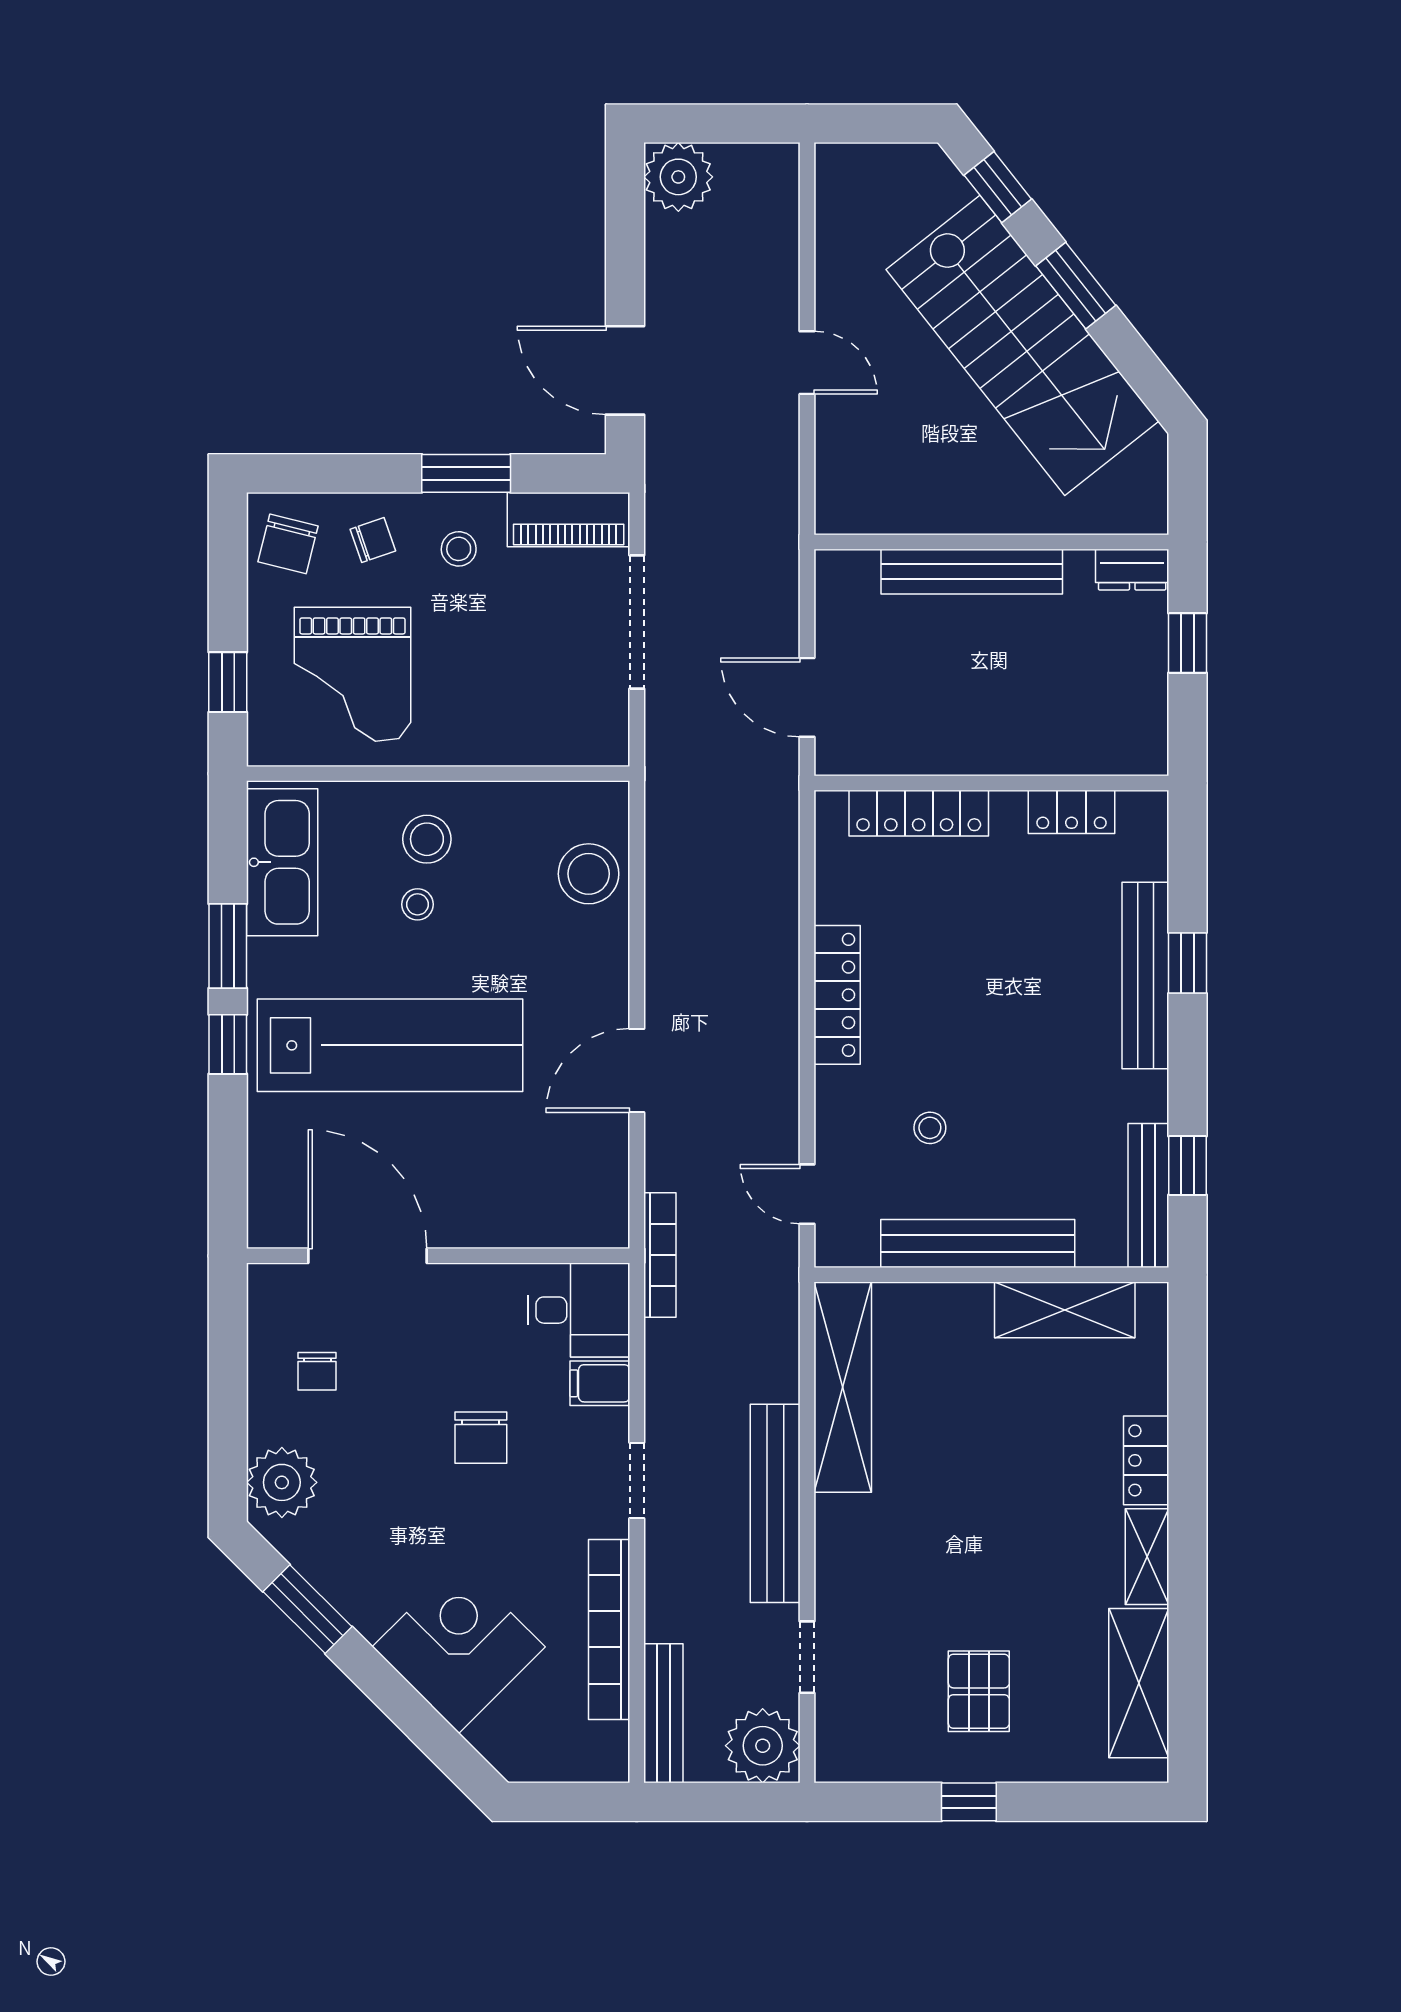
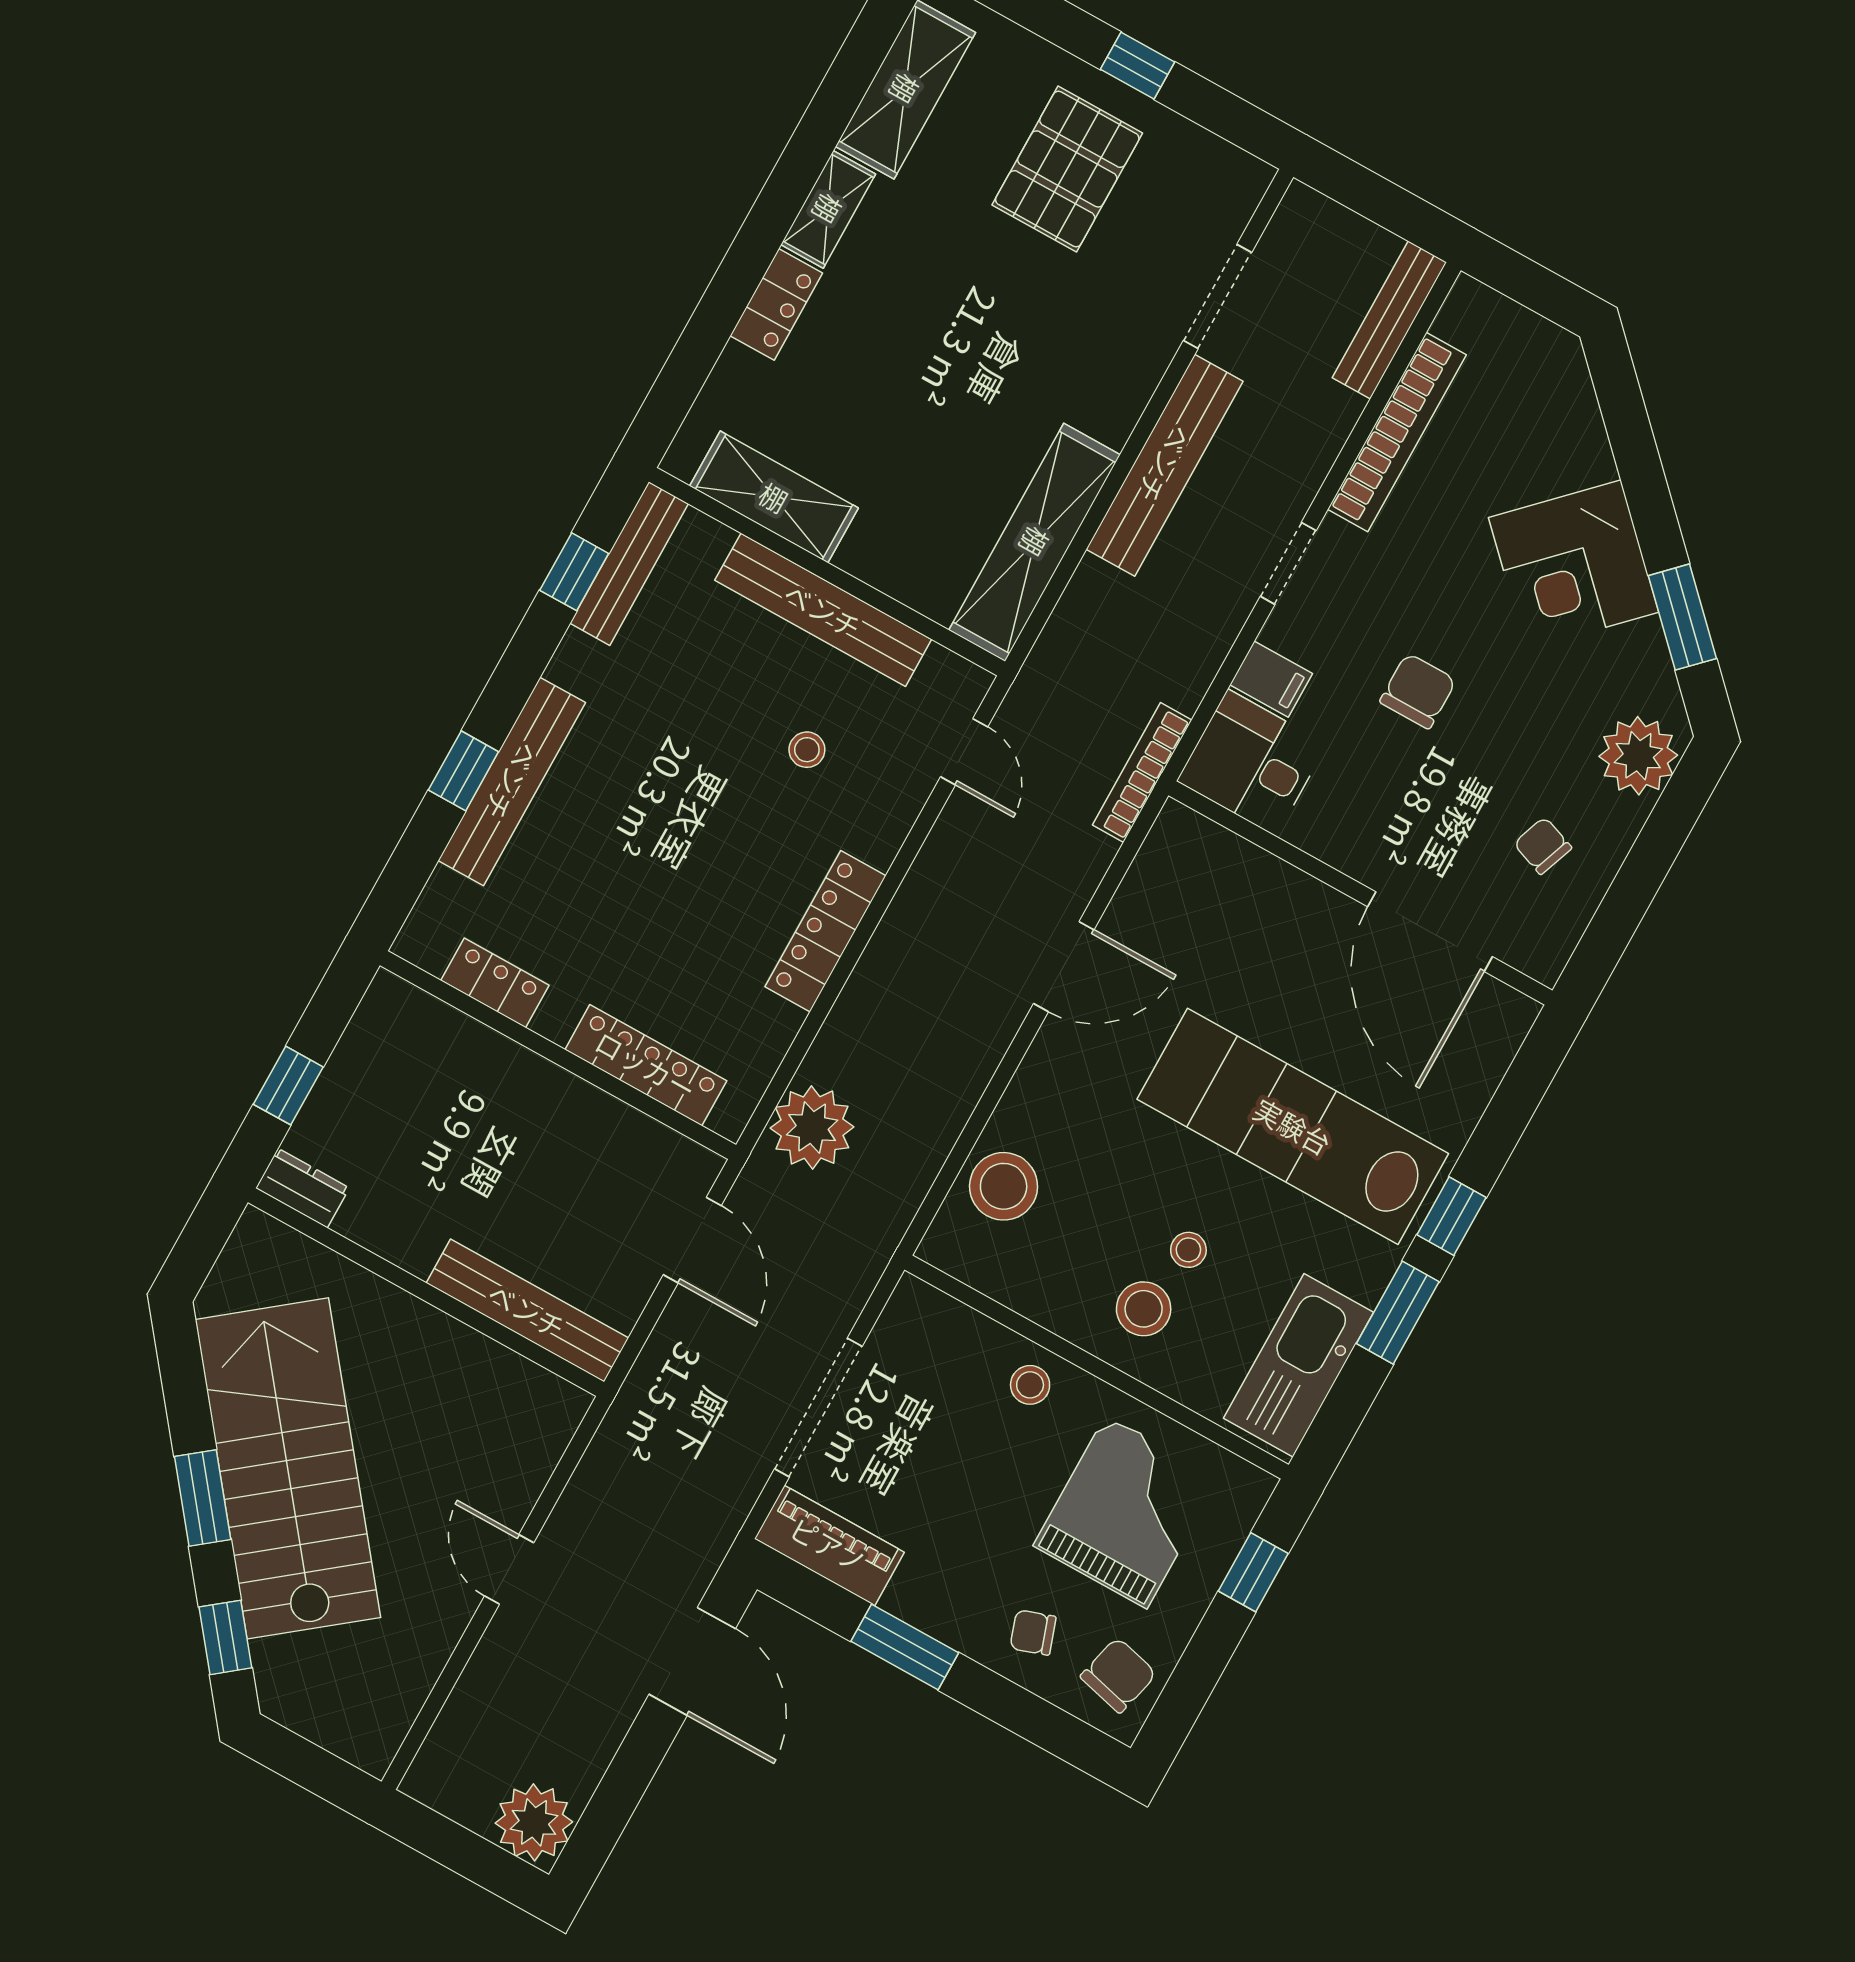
stool: (459, 549) -> (1030, 1385), moved
bench: (972, 572) -> (527, 1310), moved
chair: (317, 1371) -> (1543, 846), turned -70
corner desk: (459, 1647) -> (1574, 565), moved
doorway: (807, 1657) -> (1218, 297), width x1.38
pallet: (979, 1691) -> (1067, 169), width x1.50, depth x1.42
plant: (763, 1746) -> (812, 1128), moved

